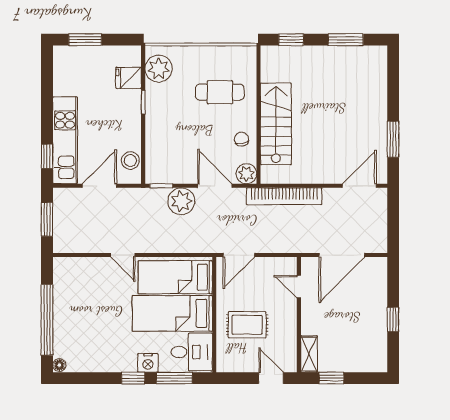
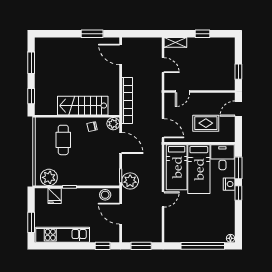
kitchen unit: (65, 140) -> (63, 235), moved
door: (215, 186) -> (121, 143), swing flipped
plant: (181, 201) -> (130, 181), moved
door: (342, 255) -> (163, 65), width x0.53
rug: (247, 325) -> (206, 123), turned 90
shelving: (309, 354) -> (175, 42), moved

